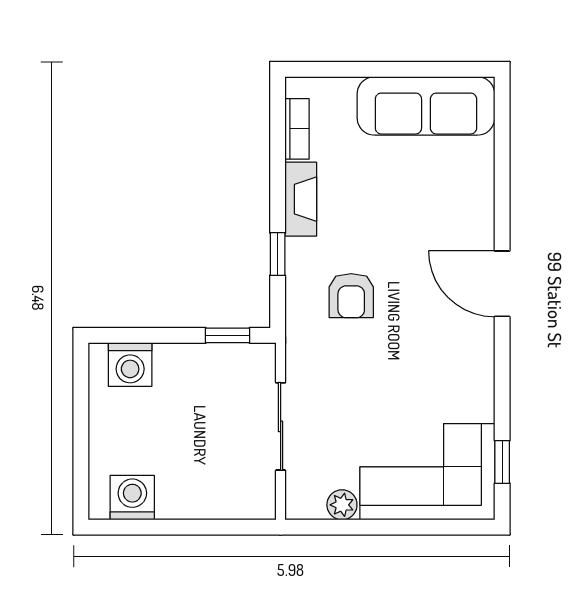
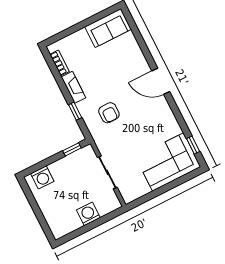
sofa: (426, 106) -> (108, 28), width x0.73
washing machine: (132, 498) -> (88, 214), moved
plant: (342, 505) -> (143, 189), removed

